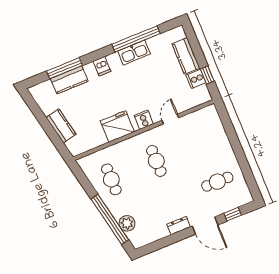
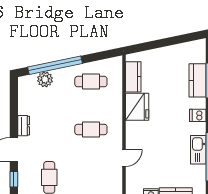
door: (170, 119) -> (124, 158), hinge flipped
cooker: (144, 120) -> (133, 134), removed
kitchen counter: (61, 126) -> (133, 77), moved, turned -78

